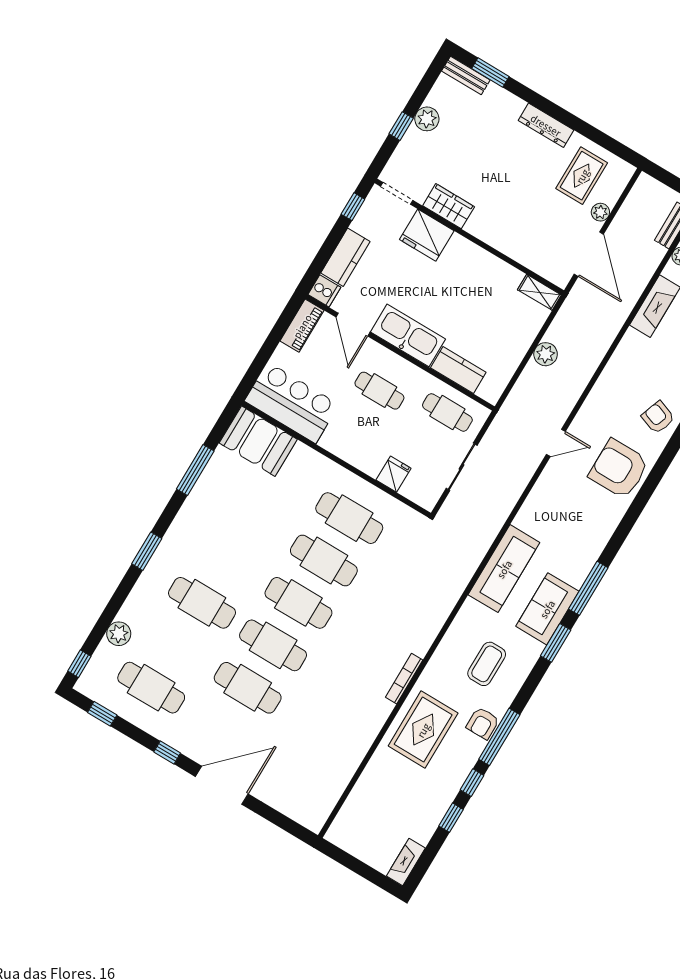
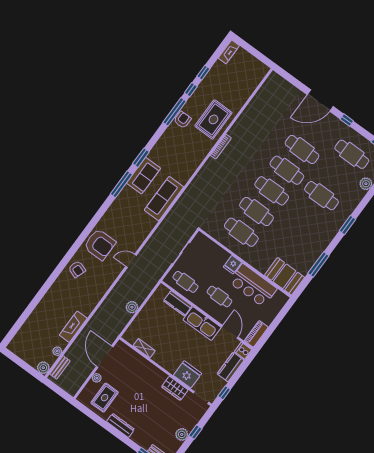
shelving: (539, 292) -> (144, 348), moved
bar counter: (292, 403) -> (253, 285), moved
fridge: (393, 474) -> (233, 265), moved
coffee table: (487, 664) -> (177, 150), removed

